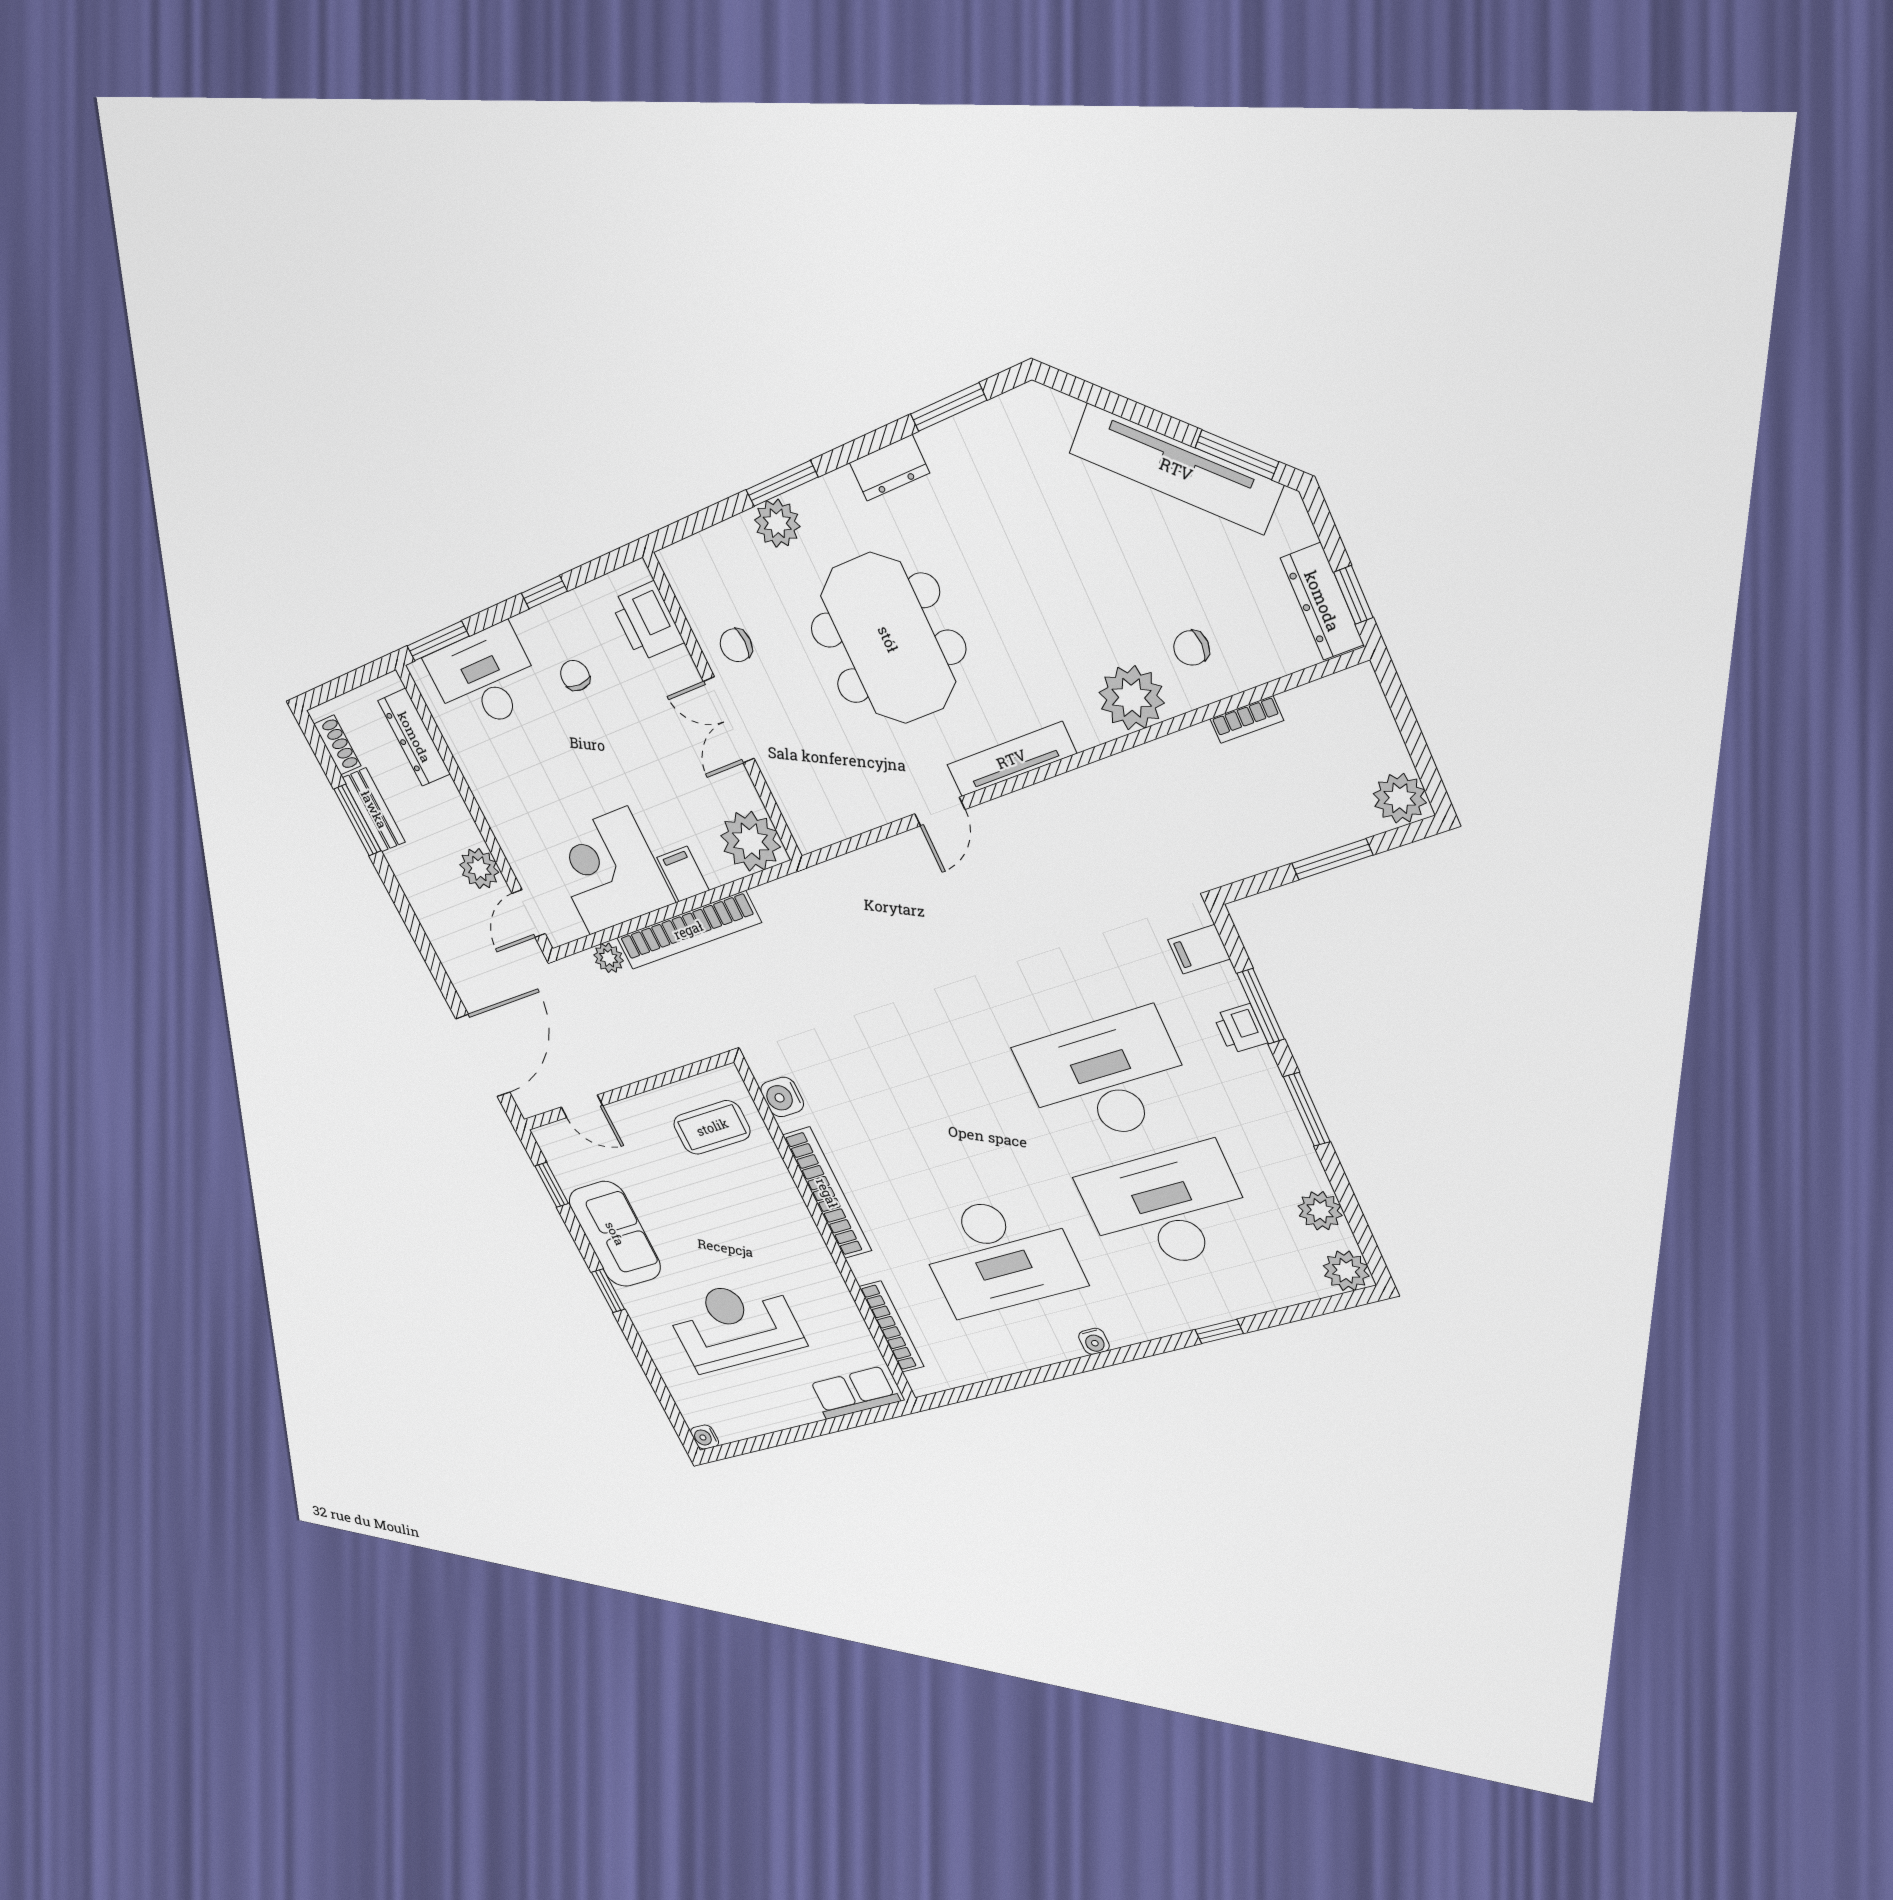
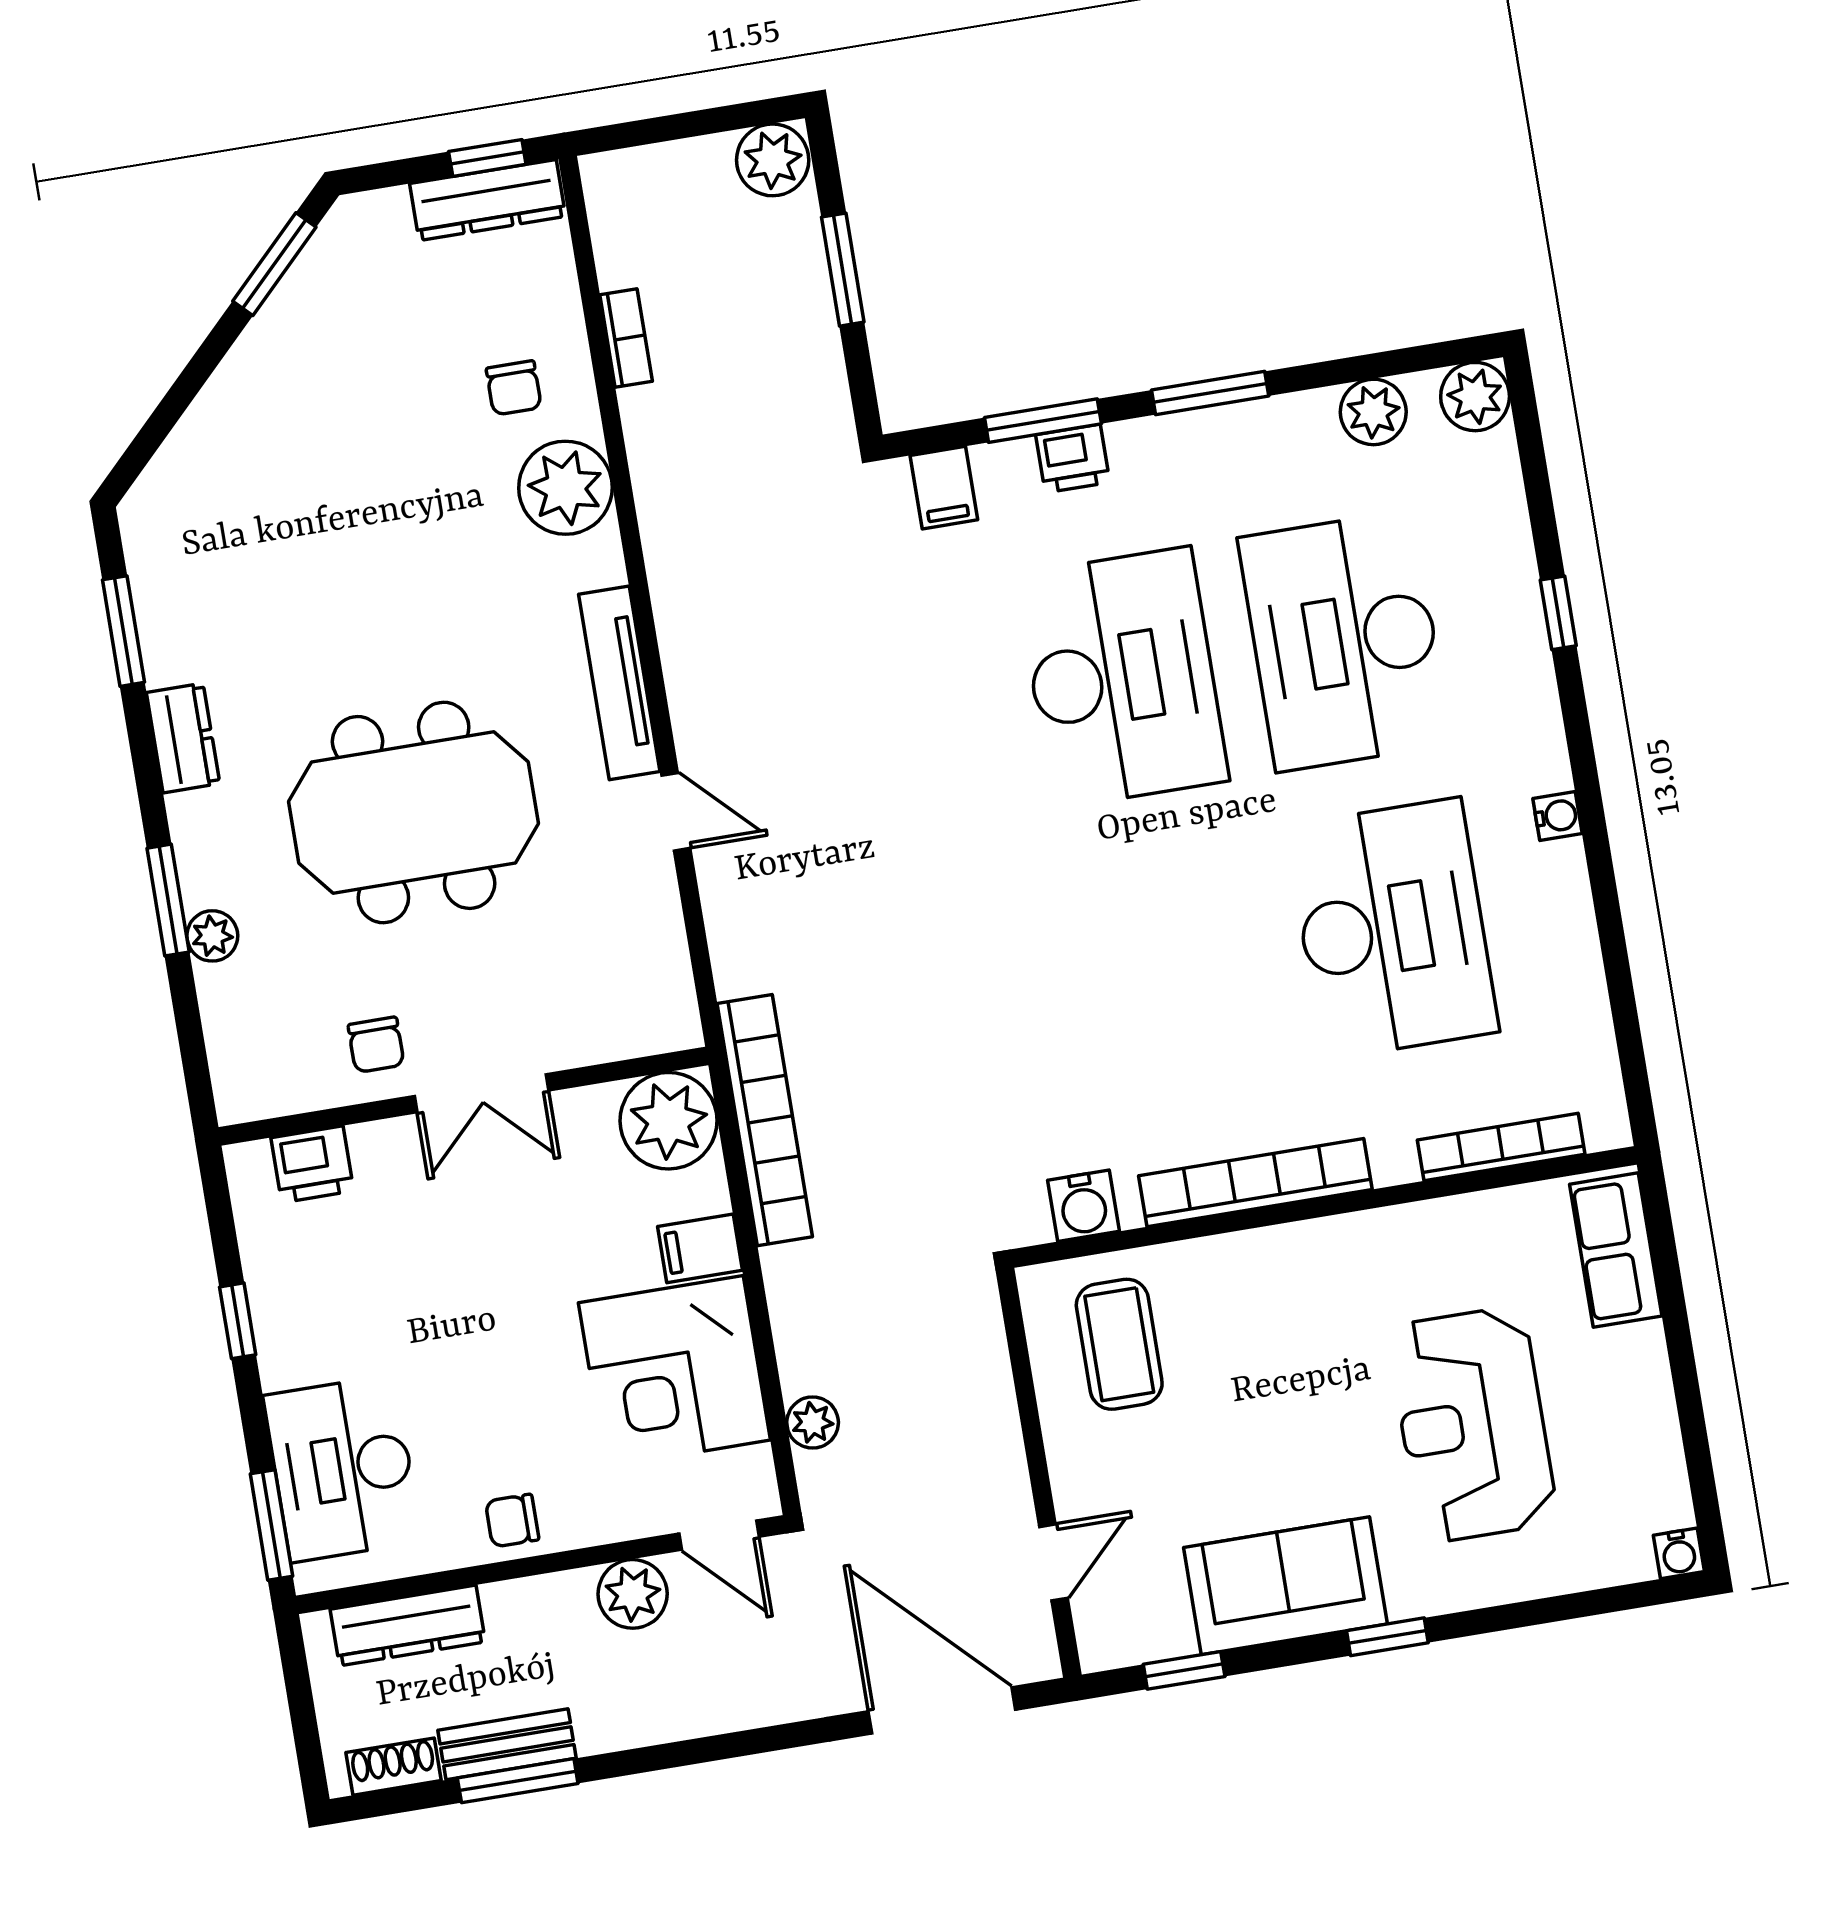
tv unit: (1176, 469) -> (274, 348), removed
plant: (777, 523) -> (212, 936), width x0.73, depth x0.73
printer: (647, 621) -> (312, 1164), width x0.73, depth x0.81
chair: (575, 676) -> (512, 1521), moved
bookcase: (688, 930) -> (765, 1120), moved
desk: (1106, 1078) -> (1122, 678), turned 180

